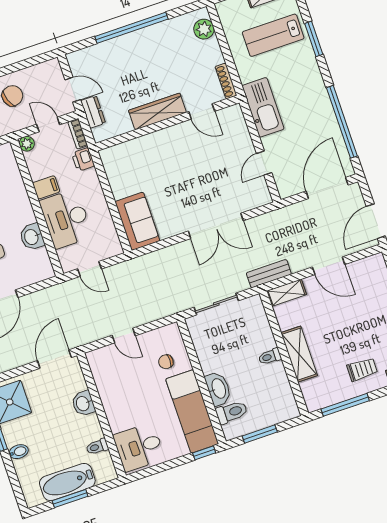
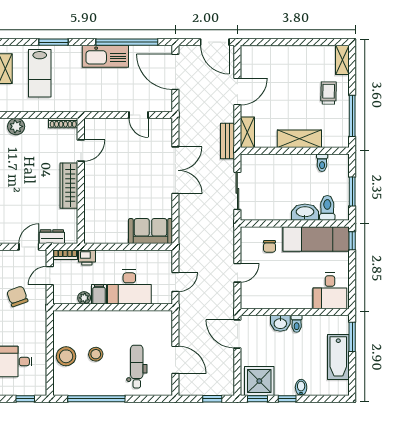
kitchen sink: (263, 107) -> (105, 56), moved, turned 180
plant: (27, 144) -> (84, 298), moved
washbasin: (32, 237) -> (134, 319), removed
toilet: (270, 357) -> (322, 163), moved
toilet: (97, 447) -> (297, 324), moved
window: (70, 499) -> (352, 337), moved

